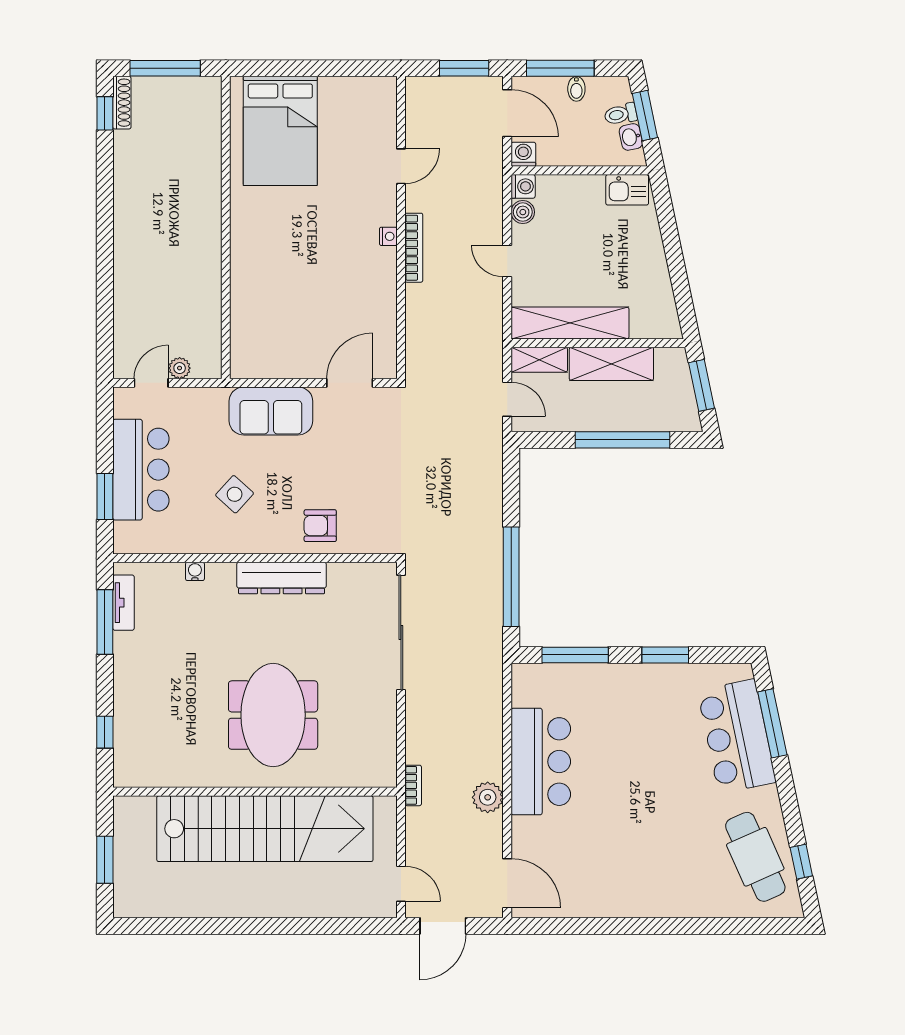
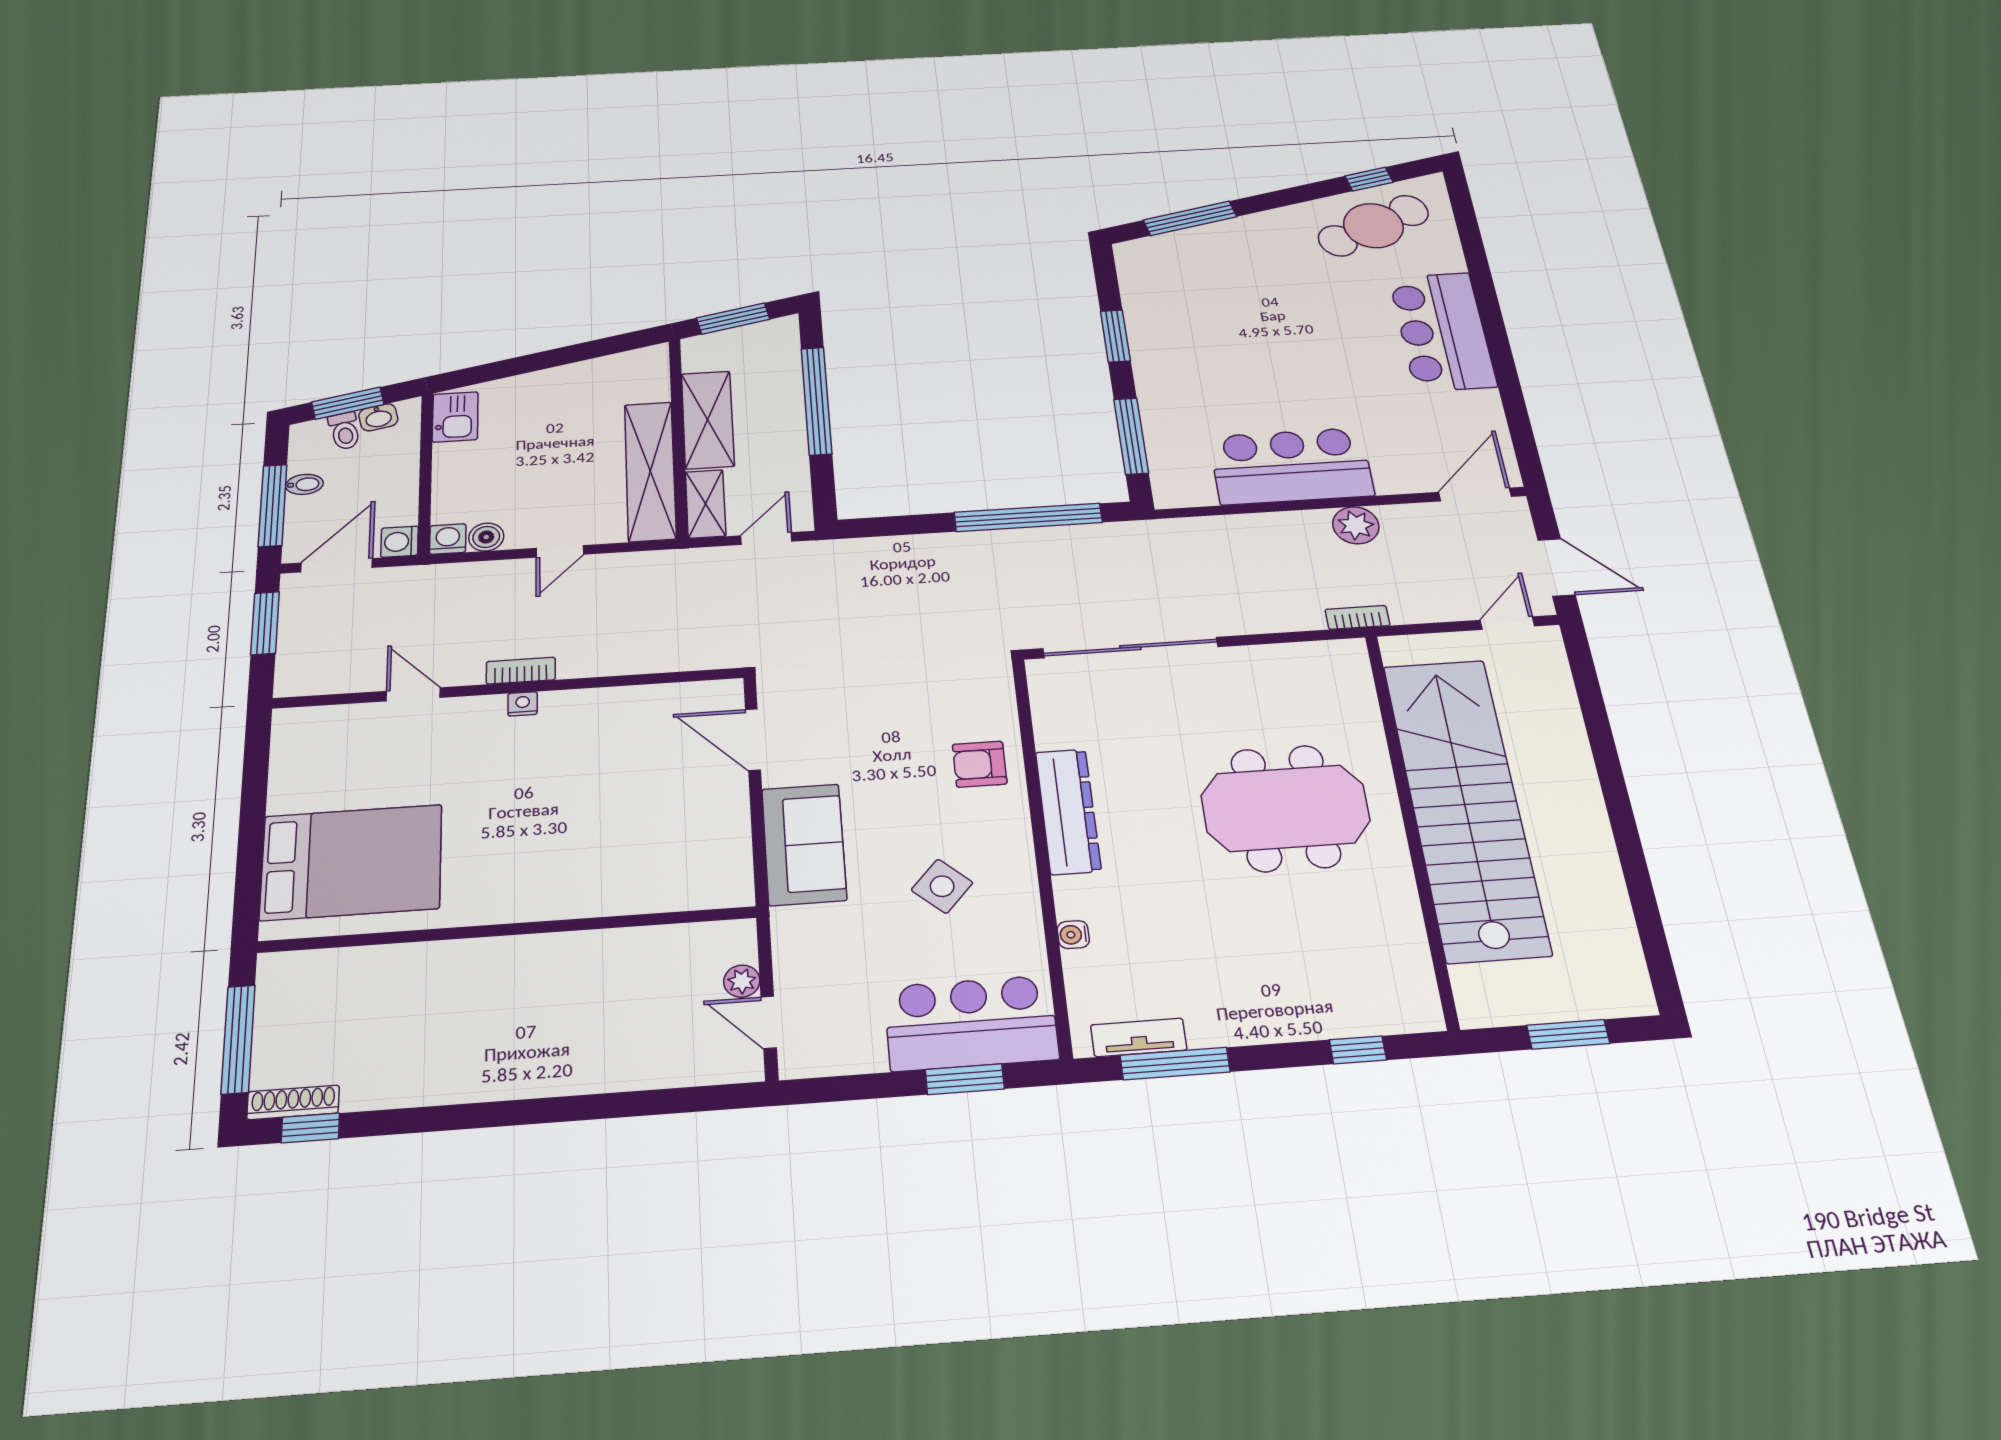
bookcase: (414, 248) -> (521, 671), width x0.64
bar counter: (141, 470) -> (971, 1023), moved
armchair: (320, 526) -> (980, 764), turned 90
bar counter: (737, 736) -> (1442, 331), moved, turned 102

